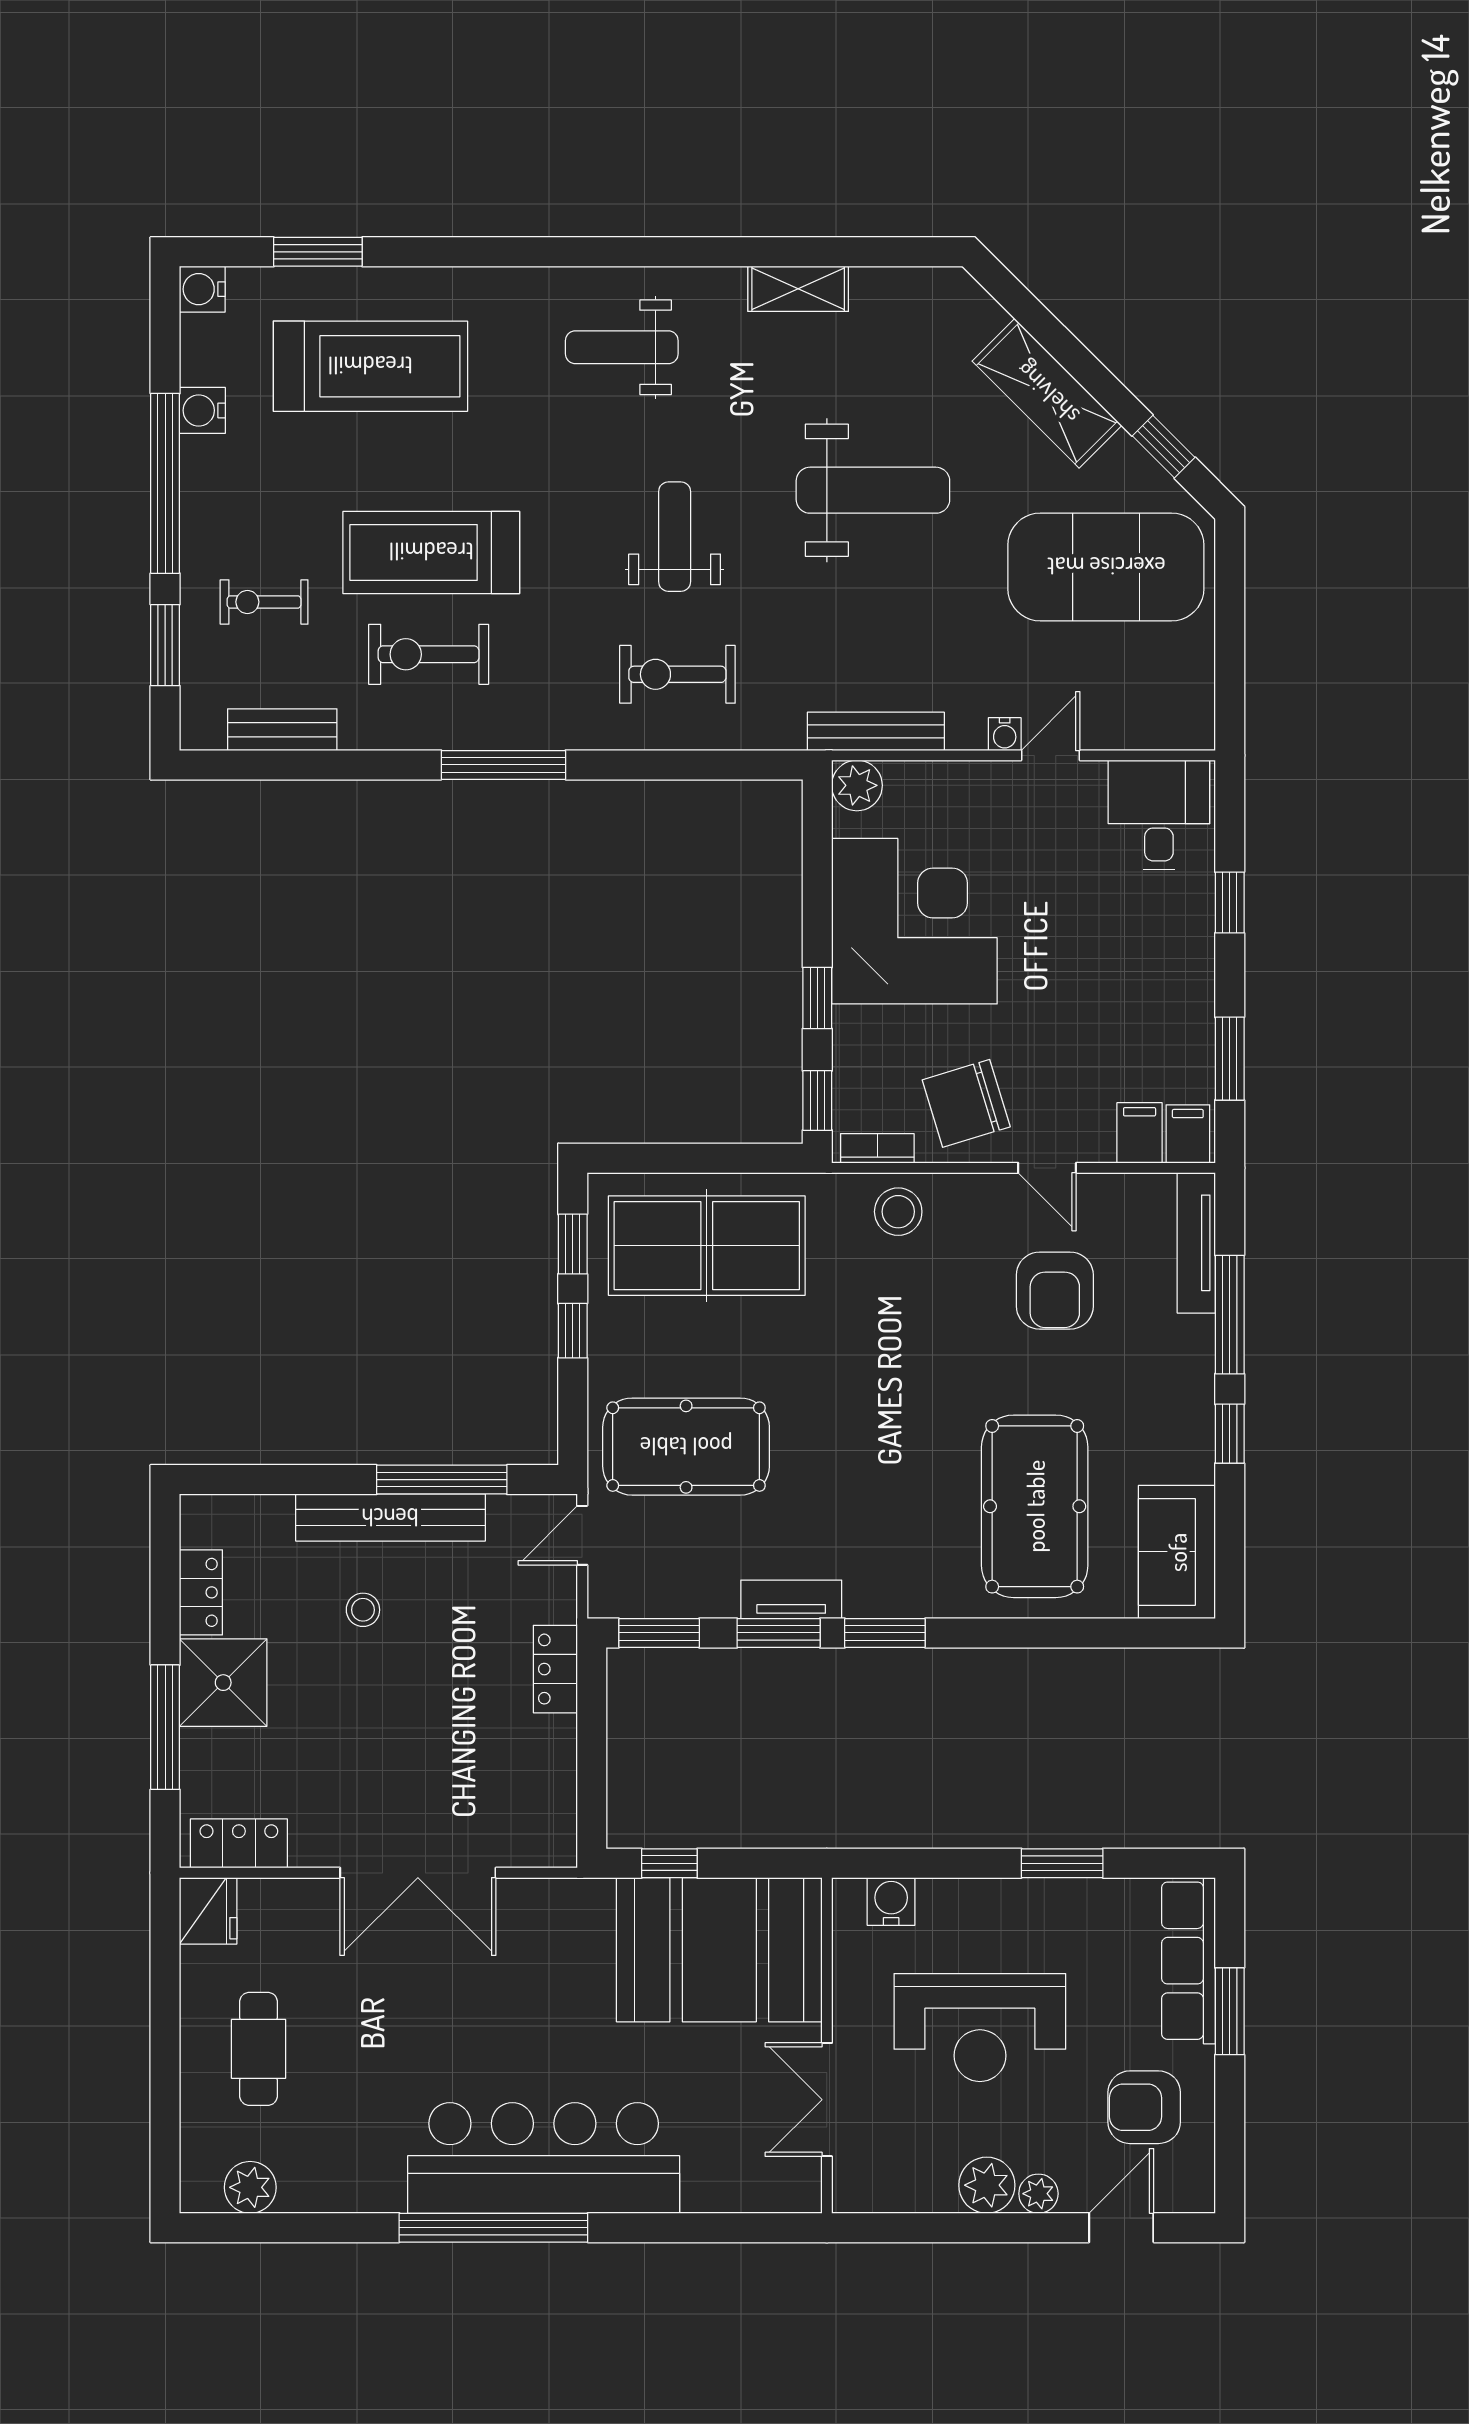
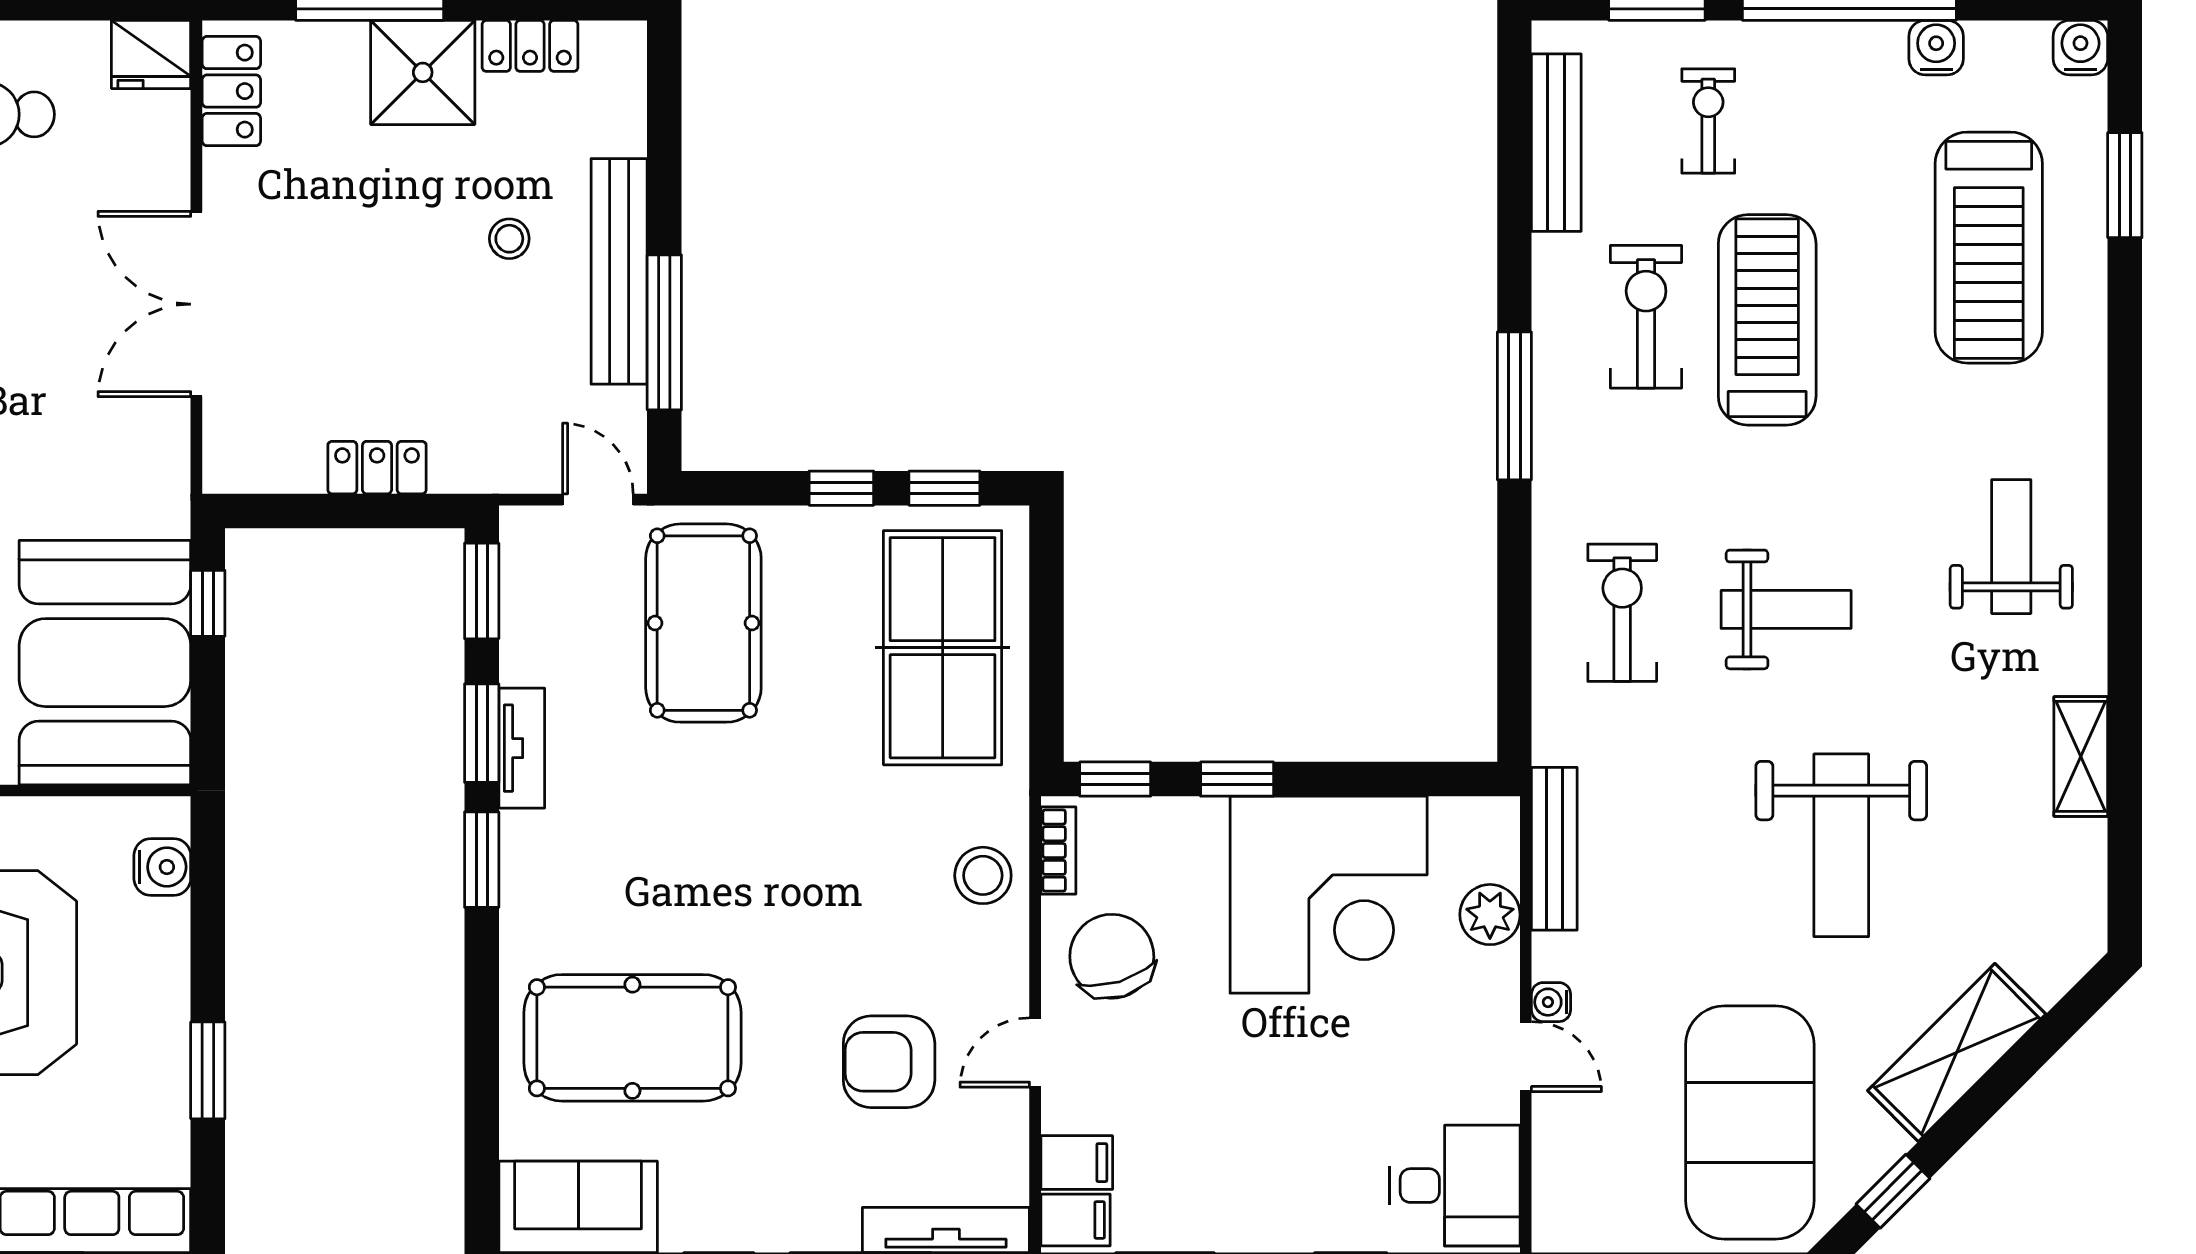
bench: (282, 730) -> (1556, 143), width x1.36
plant: (857, 785) -> (1490, 915), moved
locker: (555, 1669) -> (377, 468), moved

